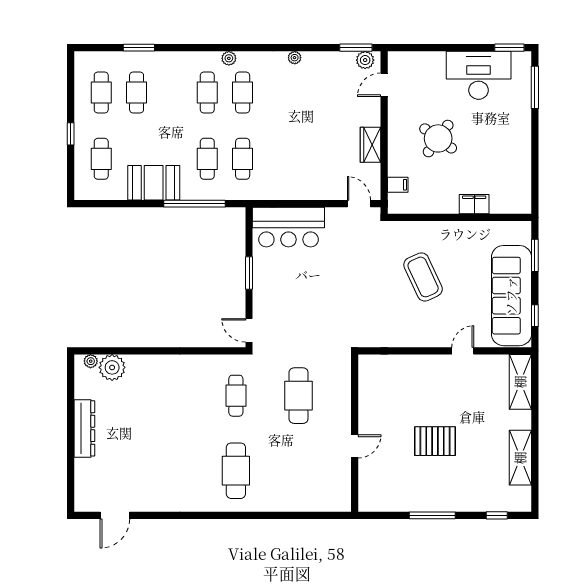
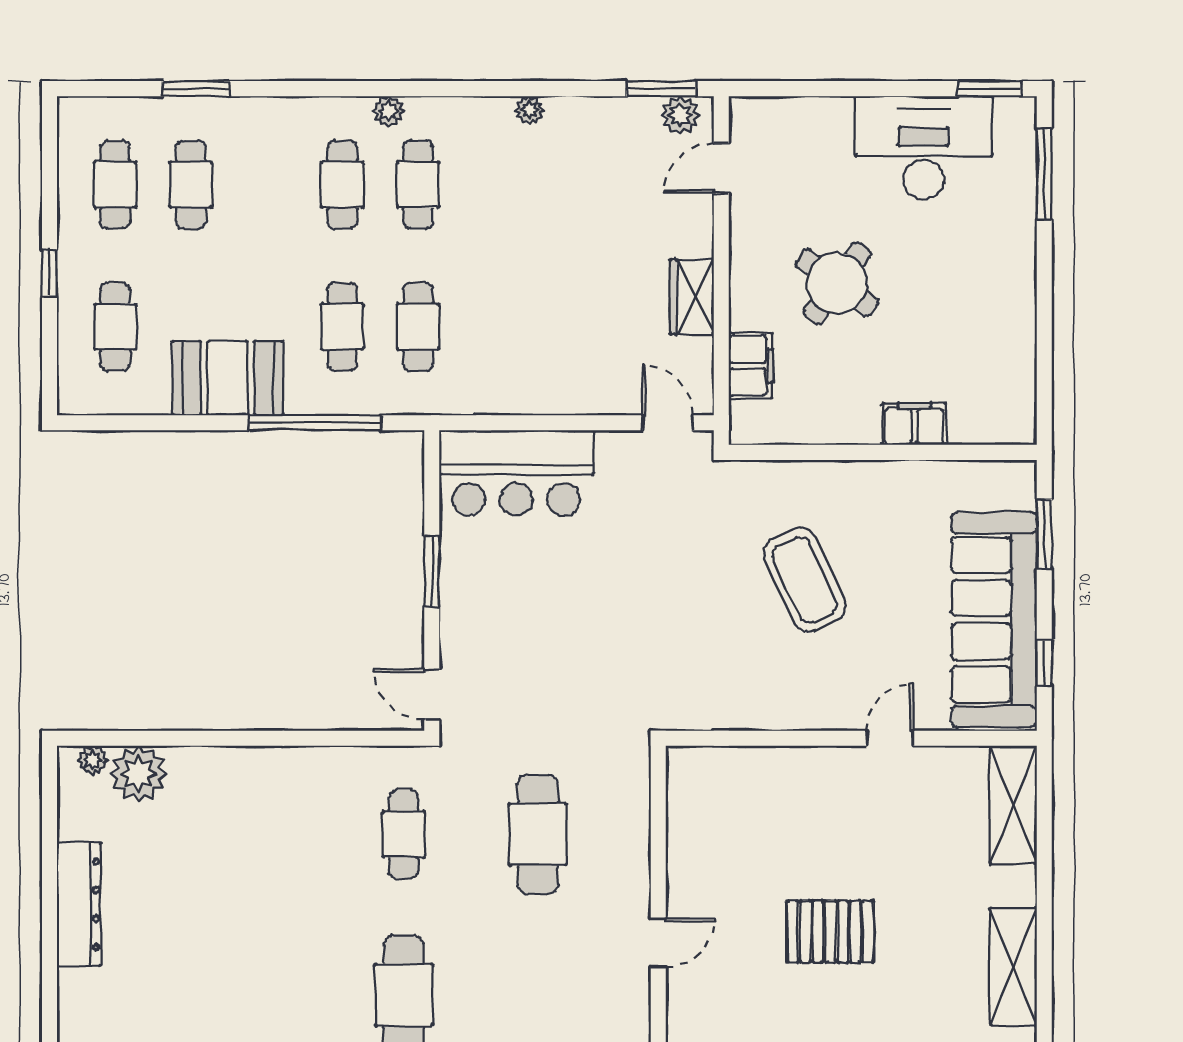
filing cabinet: (398, 185) -> (751, 366), width x2.00

